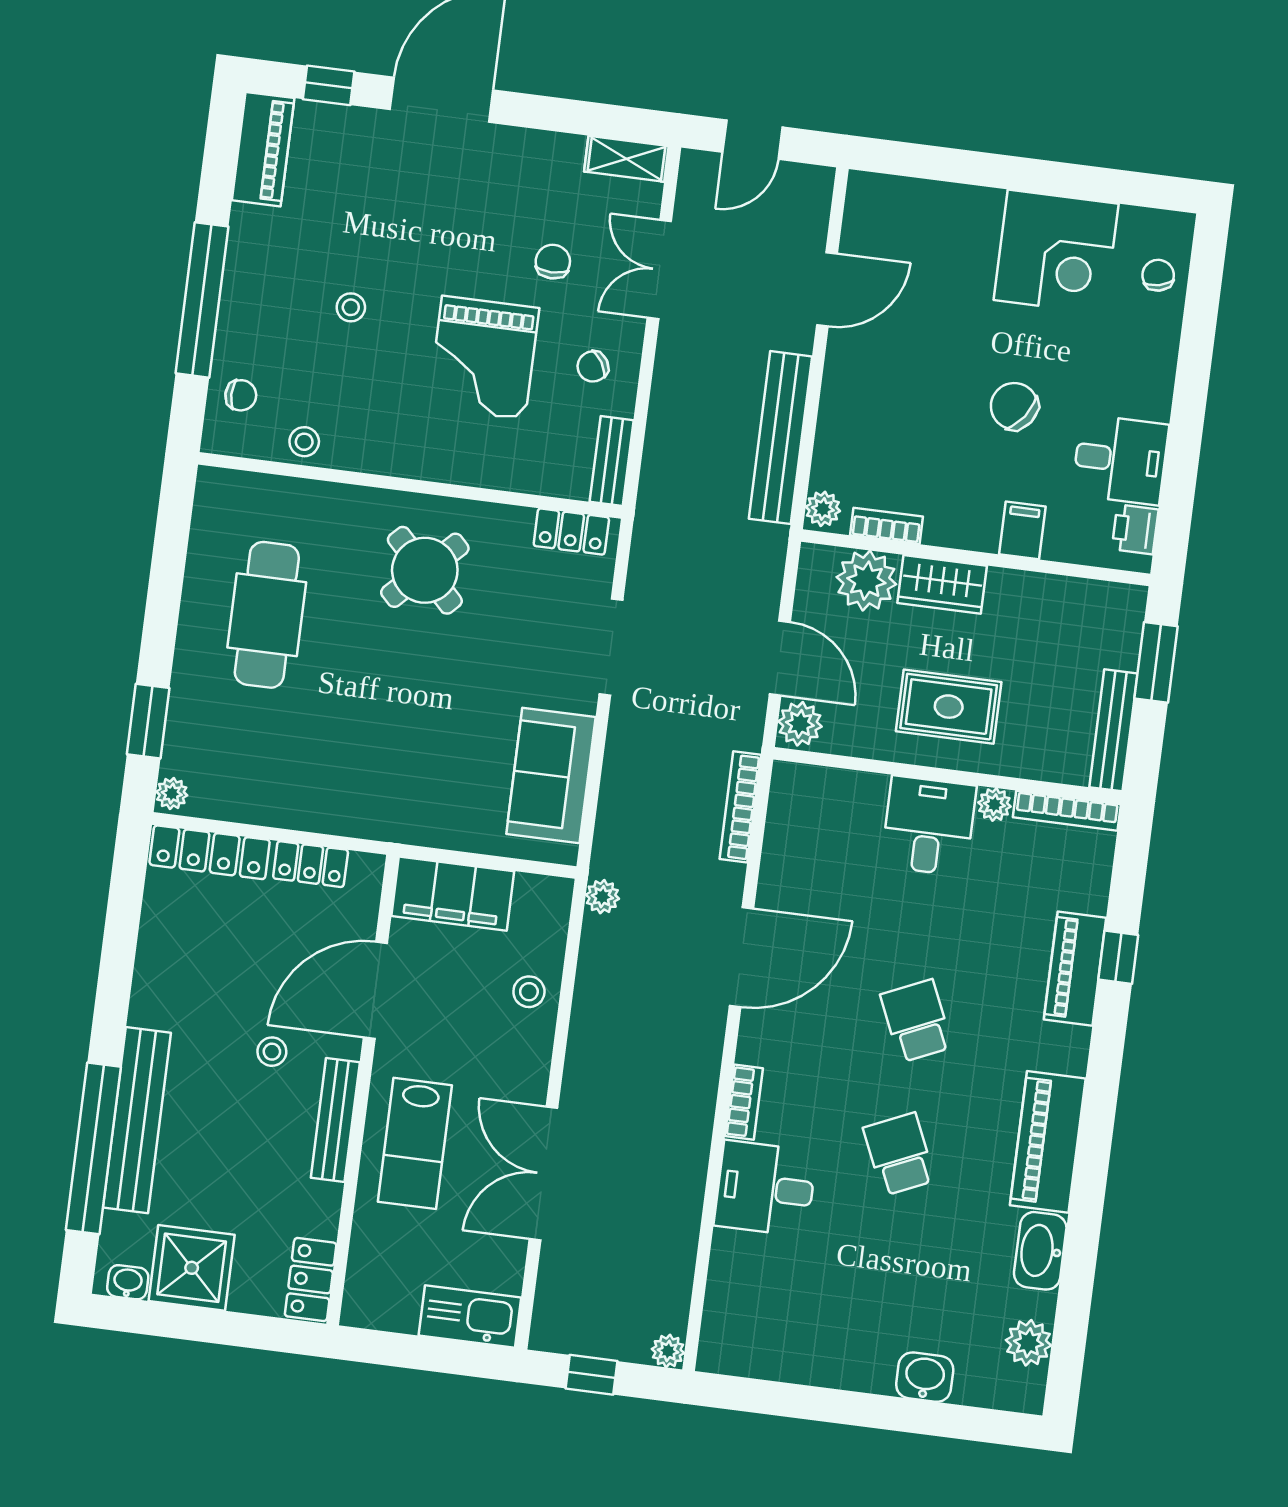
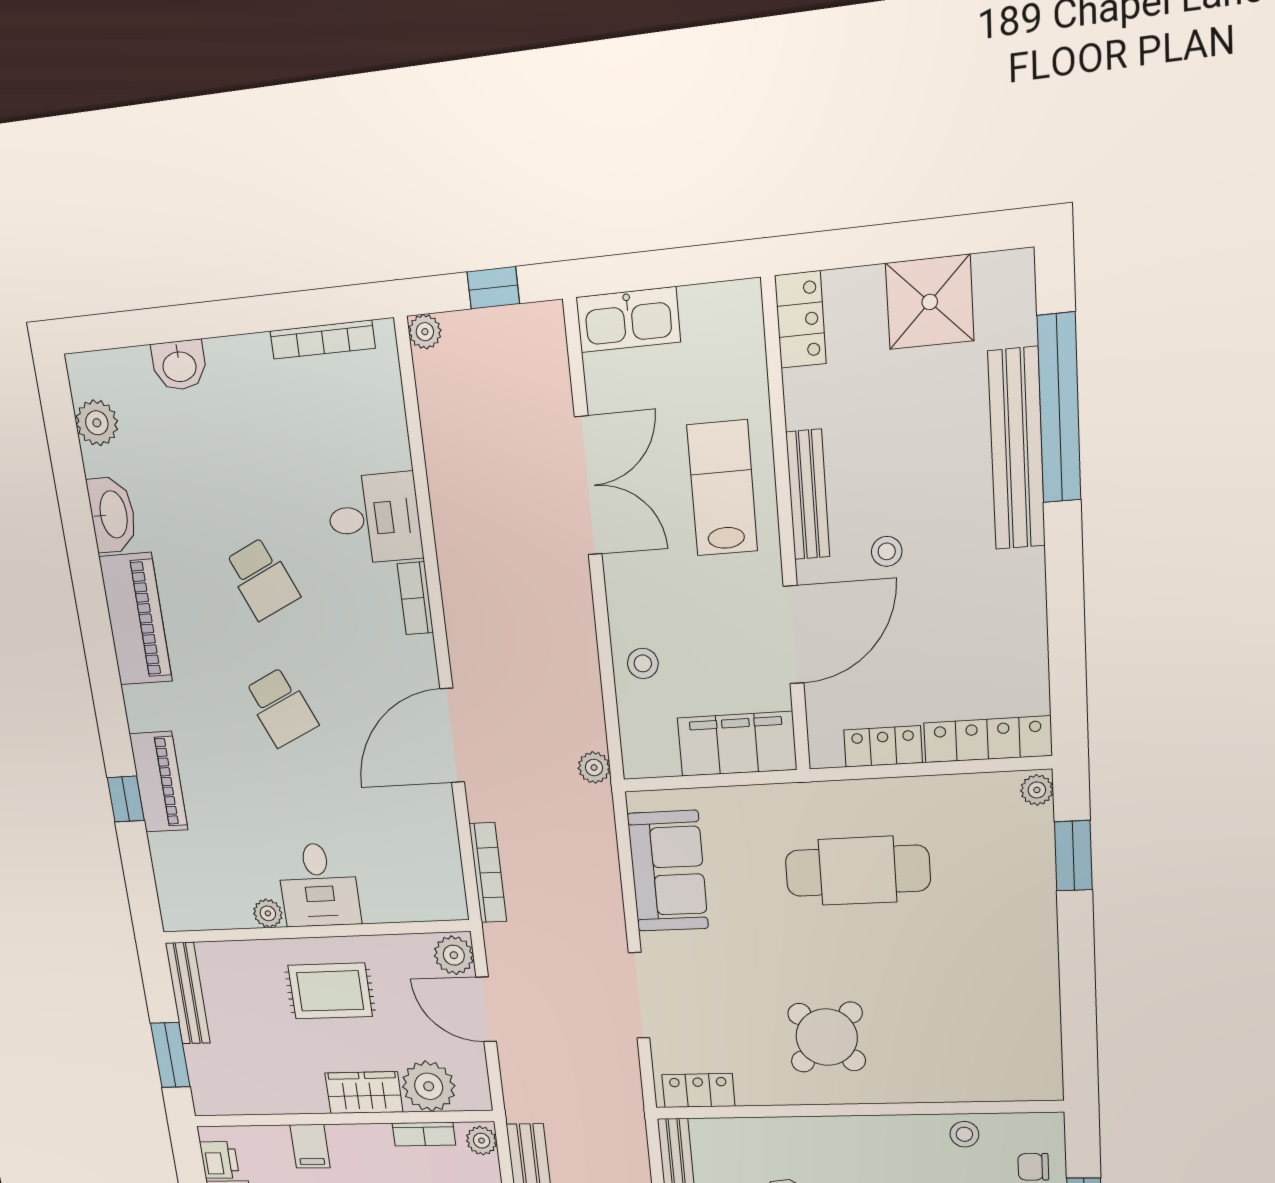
cafe table: (267, 615) -> (858, 871), moved, turned 90
bookcase: (1067, 811) -> (322, 340), moved, turned 180
washbasin: (128, 1282) -> (997, 269), removed

